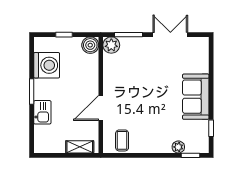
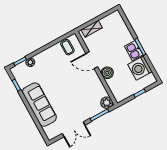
boiler: (90, 45) -> (107, 73), moved
sofa: (196, 97) -> (39, 105), width x1.36
door: (101, 108) -> (92, 60), swing flipped
kitchen sink: (42, 112) -> (134, 51), moved

